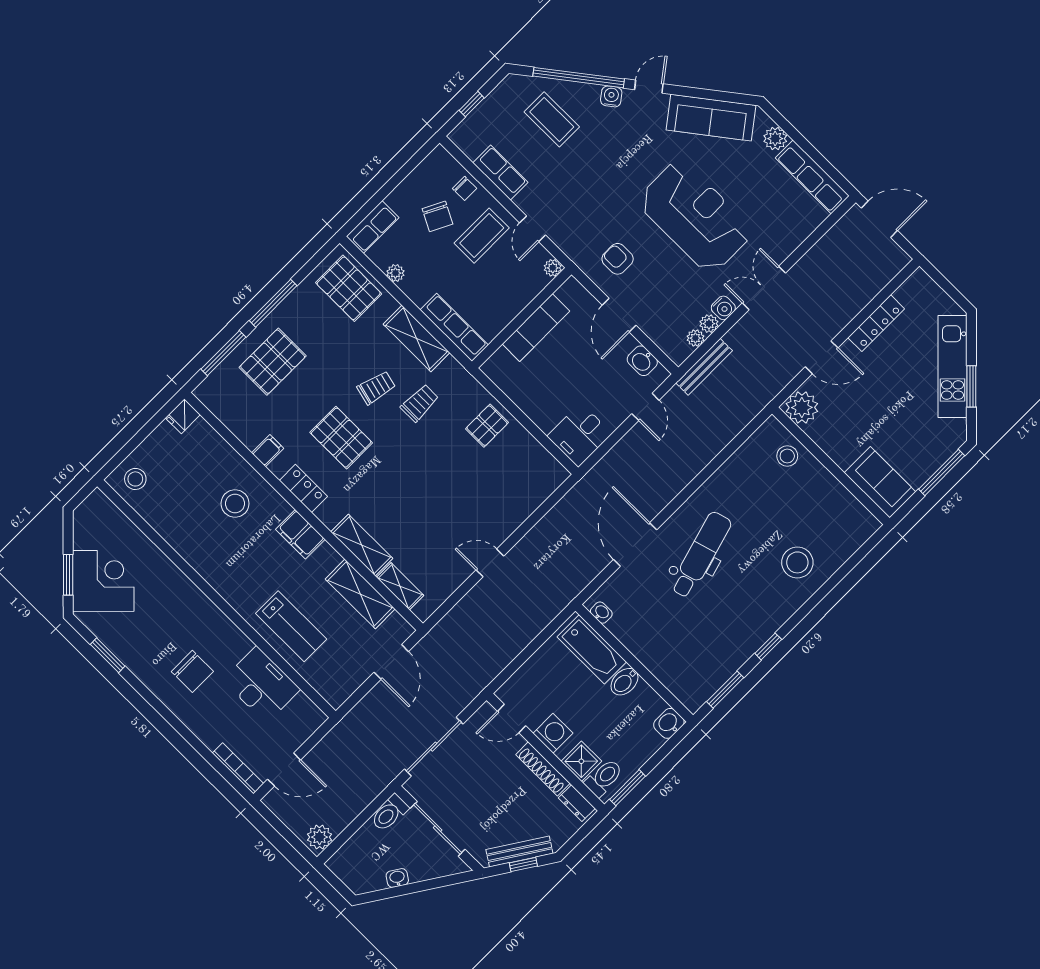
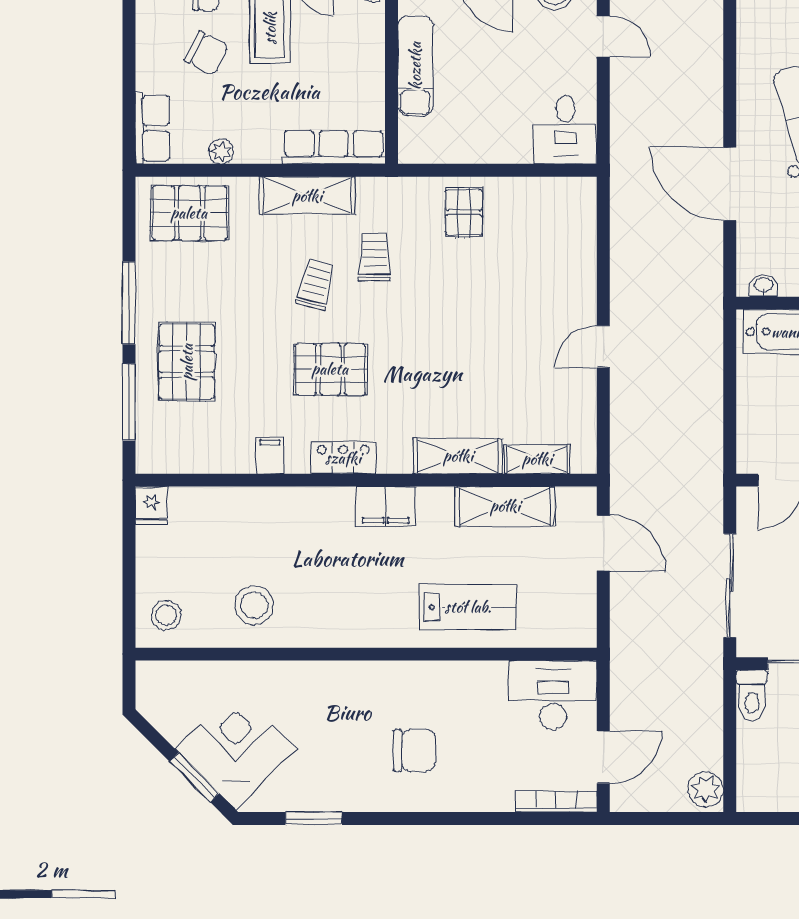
stool: (235, 504) -> (254, 605), moved
desk: (261, 685) -> (553, 695), moved

